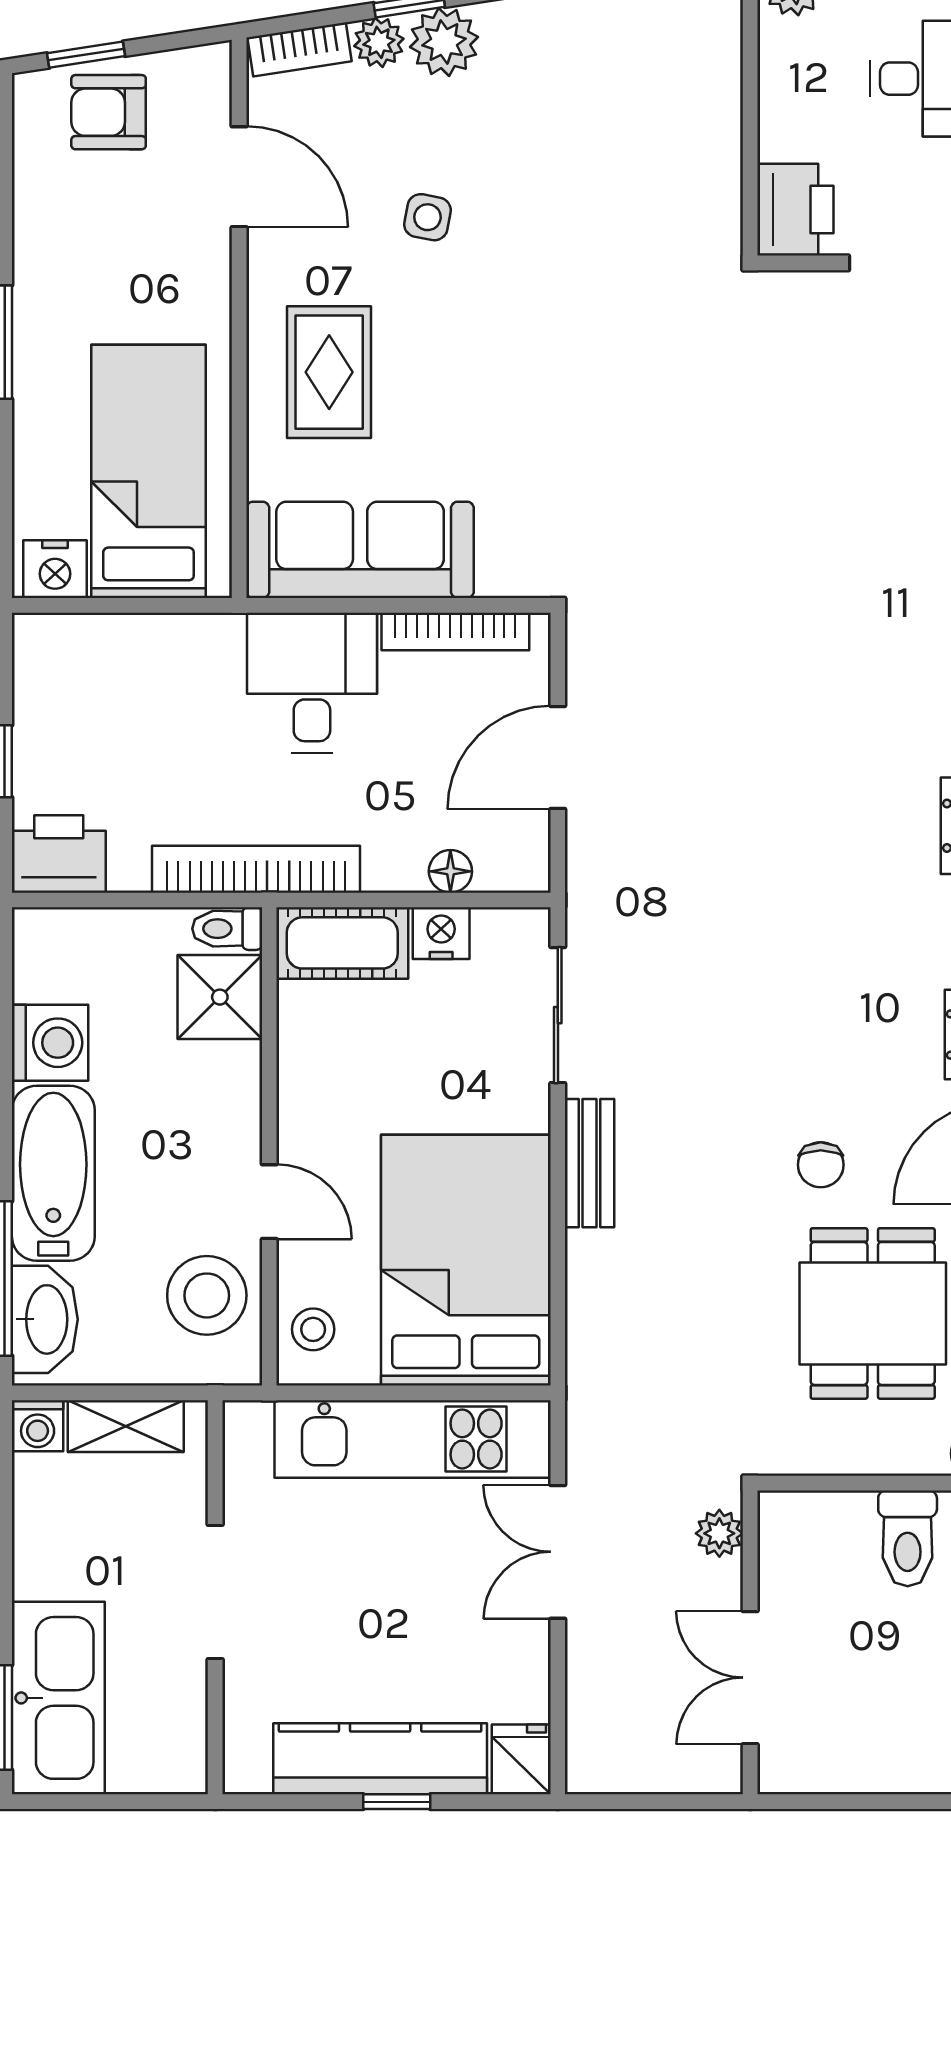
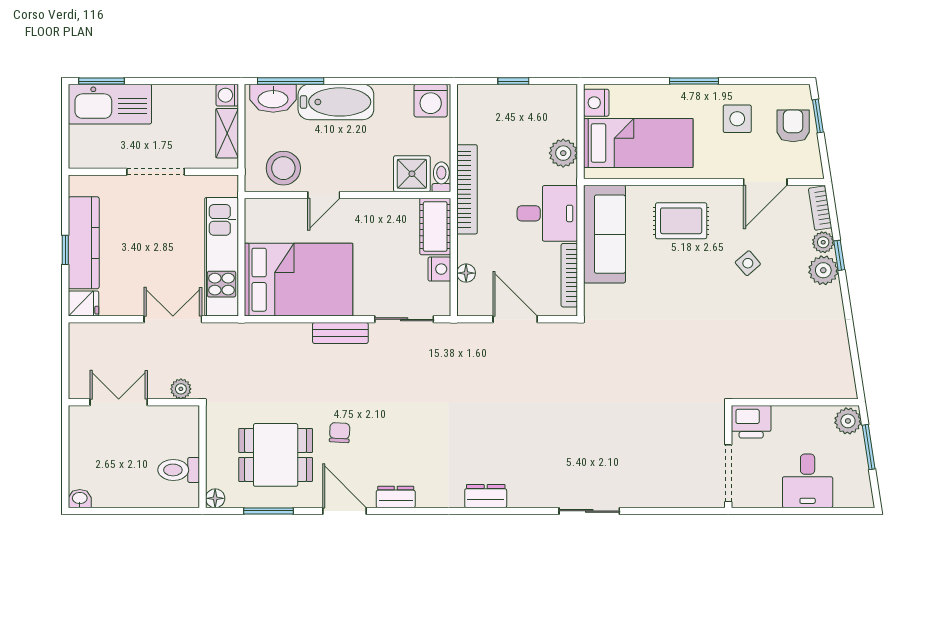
side table: (427, 217) -> (748, 263), turned 38
side table: (92, 242) -> (737, 119), added
plant: (172, 646) -> (563, 153), added
printer: (59, 854) -> (474, 104), removed
washing machine: (50, 1043) -> (431, 101), moved
chair: (821, 1165) -> (340, 433), turned 93
stool: (313, 1329) -> (269, 214), removed

